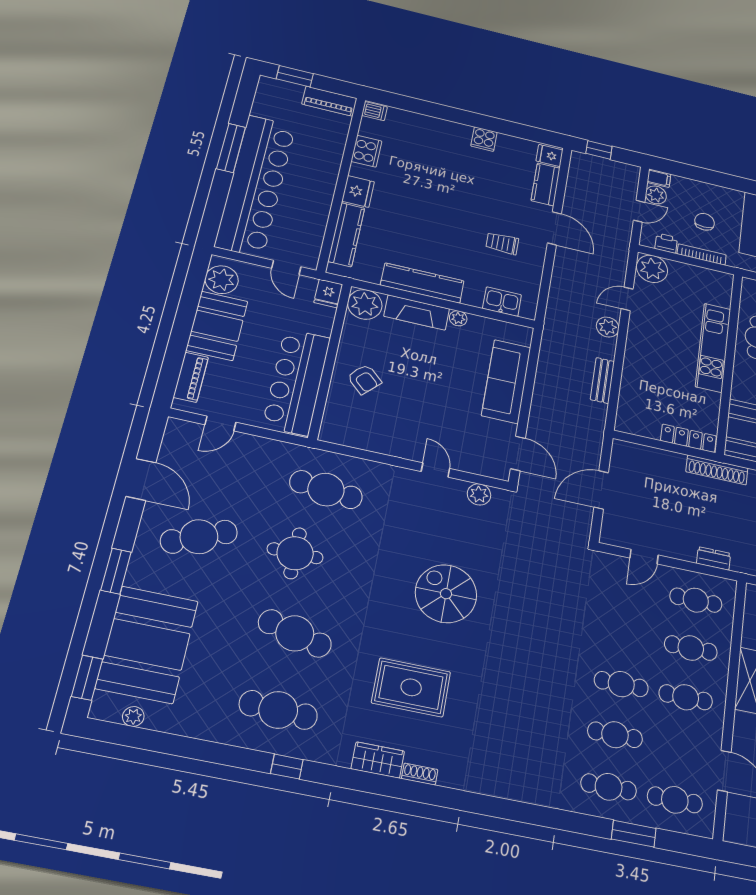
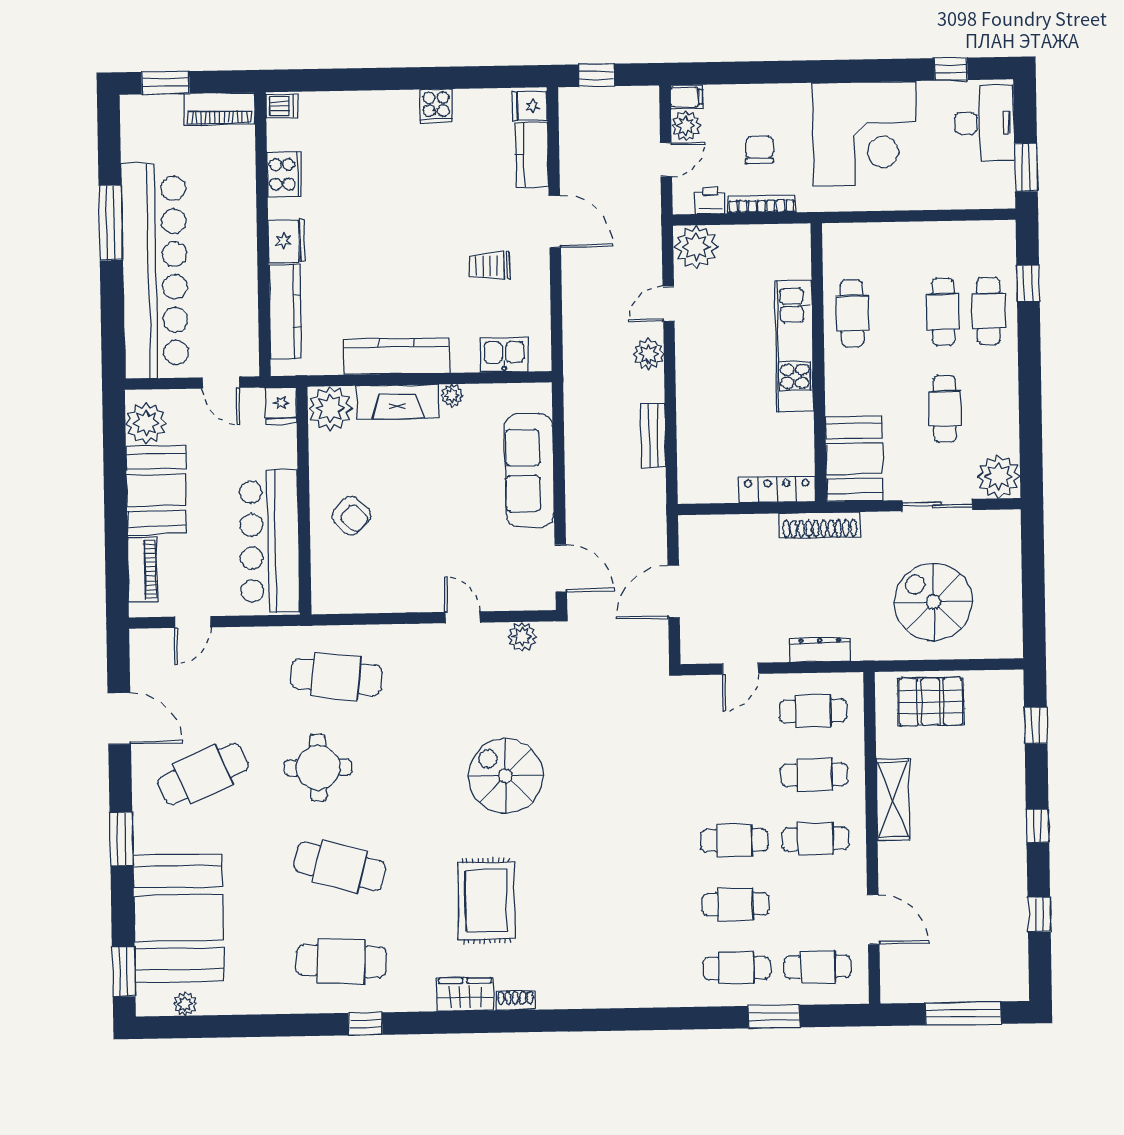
dresser: (714, 558) -> (820, 650), width x1.44
rug: (411, 687) -> (486, 901), turned 90

